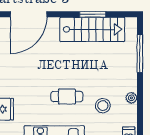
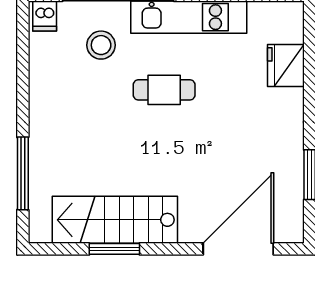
plant: (131, 98) -> (39, 87), removed
stool: (103, 106) -> (101, 45), moved

